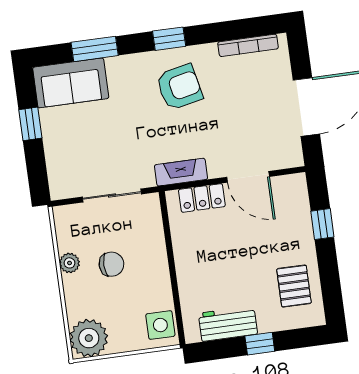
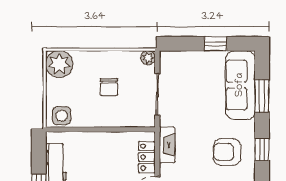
sofa: (71, 83) -> (240, 85), width x1.36
armchair: (179, 87) -> (227, 152), turned 102
plant: (70, 263) -> (148, 58), moved

